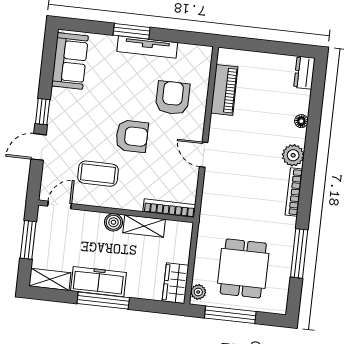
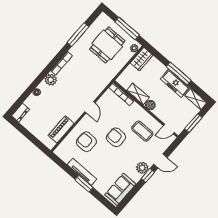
armchair: (173, 98) -> (86, 142), turned 90
plant: (59, 117) -> (142, 168), added

